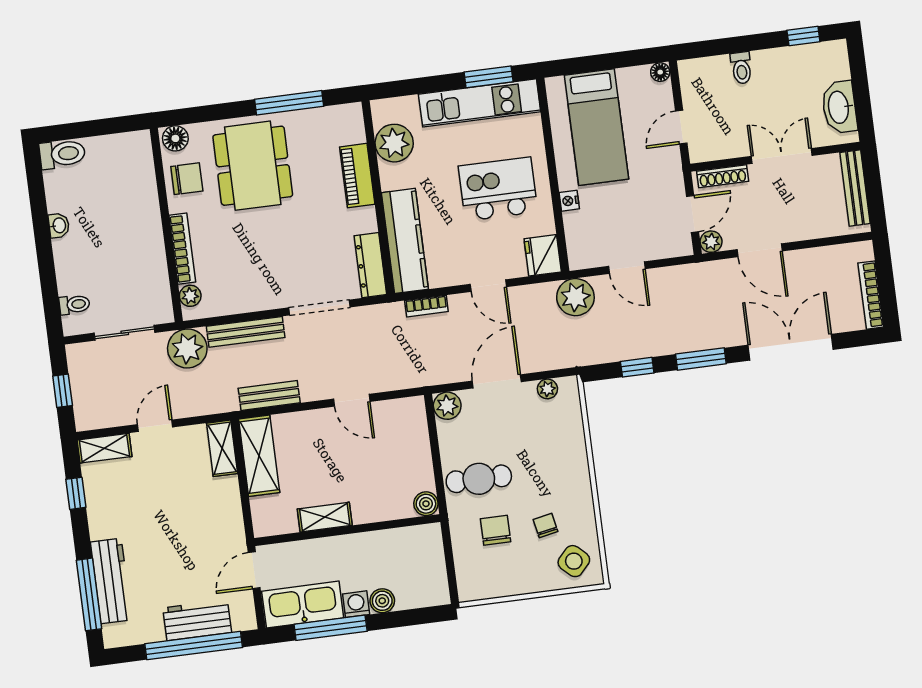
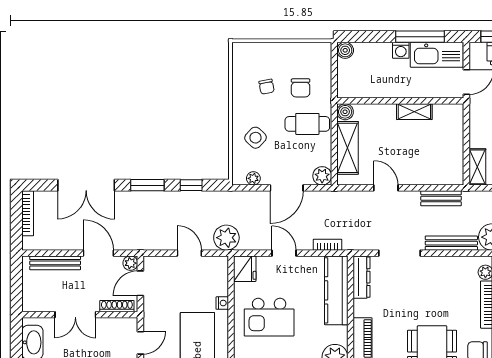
bench: (855, 188) -> (55, 263), moved, turned 90
shelving: (259, 456) -> (348, 148), moved
side table: (574, 561) -> (256, 138), moved
boiler: (382, 601) -> (345, 50), moved

